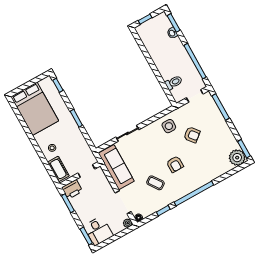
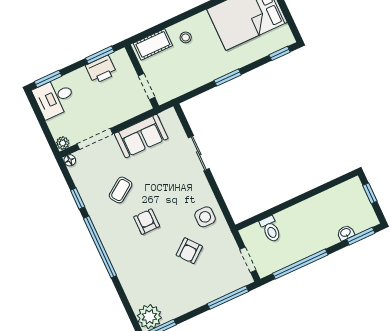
armchair: (175, 164) -> (147, 222), turned 90
sofa: (116, 167) -> (141, 136), width x0.73
printer: (72, 189) -> (101, 70), moved, turned -90

